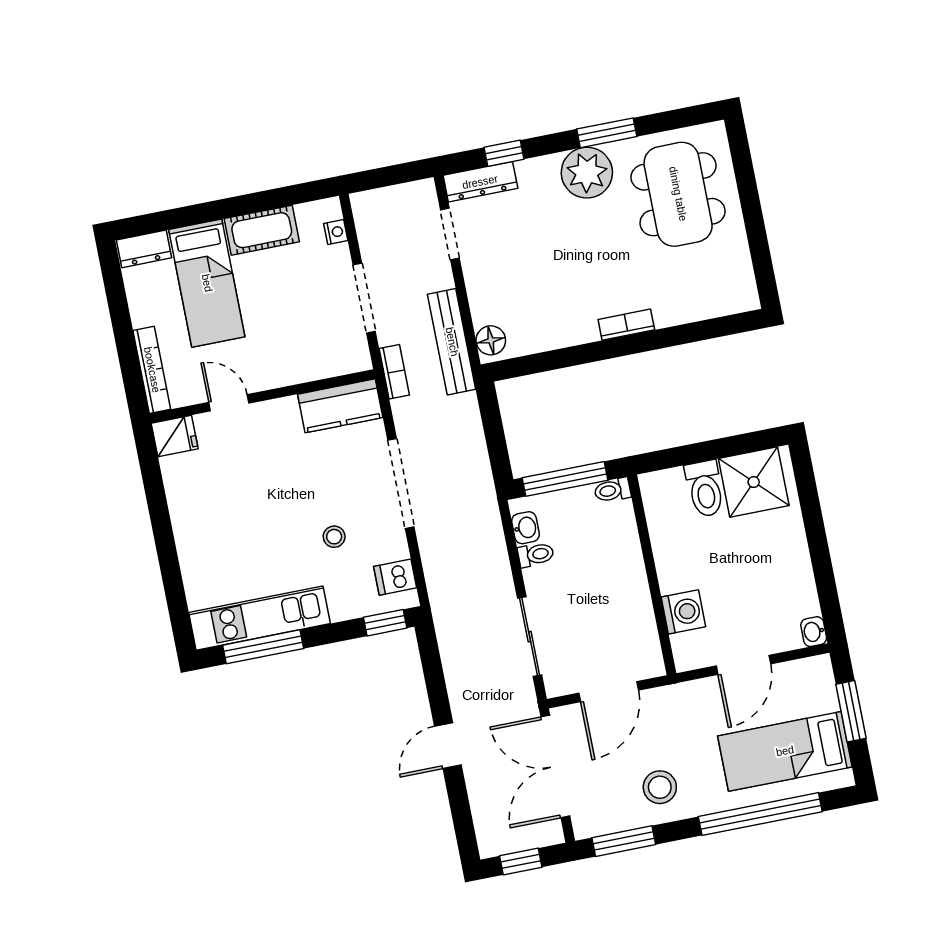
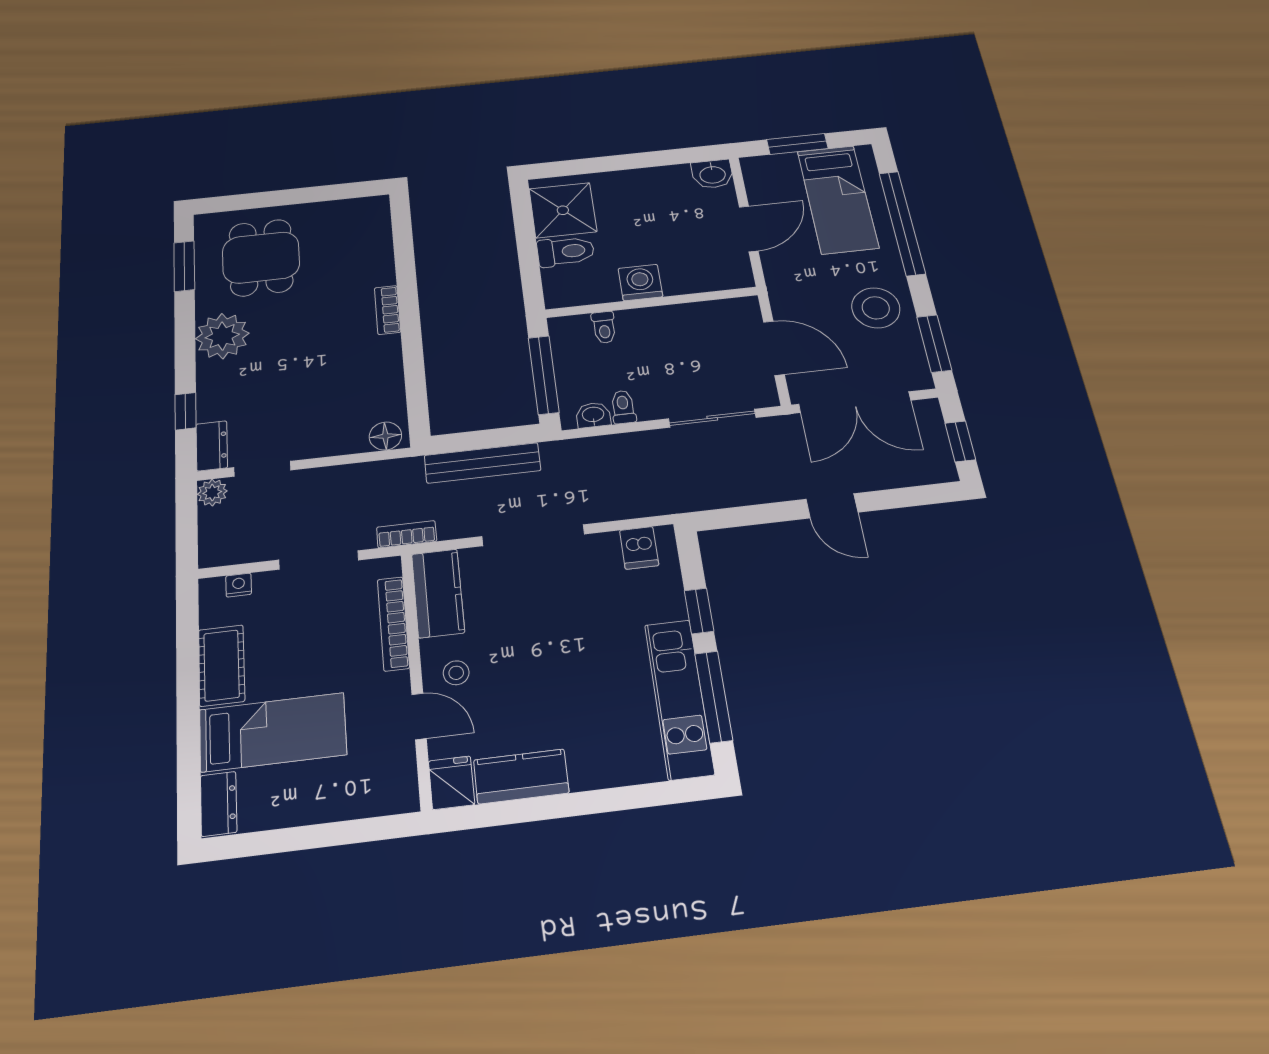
window: (607, 133) -> (184, 266), moved
dresser: (480, 182) -> (212, 446), width x0.70
plant: (423, 193) -> (212, 493), added
dining table: (678, 194) -> (261, 258), width x0.73
bench: (452, 342) -> (483, 463), moved
bookcase: (152, 370) -> (393, 624), moved, turned -90
door: (229, 403) -> (419, 716), swing flipped
toilet: (612, 490) -> (604, 327), moved
kitchen counter: (184, 492) -> (521, 776), added
stool: (334, 537) -> (456, 673), moved
washing machine: (683, 612) -> (640, 283), moved
window: (385, 623) -> (699, 611), moved
washbasin: (814, 632) -> (712, 174), width x1.38, depth x1.45
door: (743, 665) -> (749, 229), hinge flipped
stool: (660, 787) -> (876, 308), width x1.38, depth x1.38

